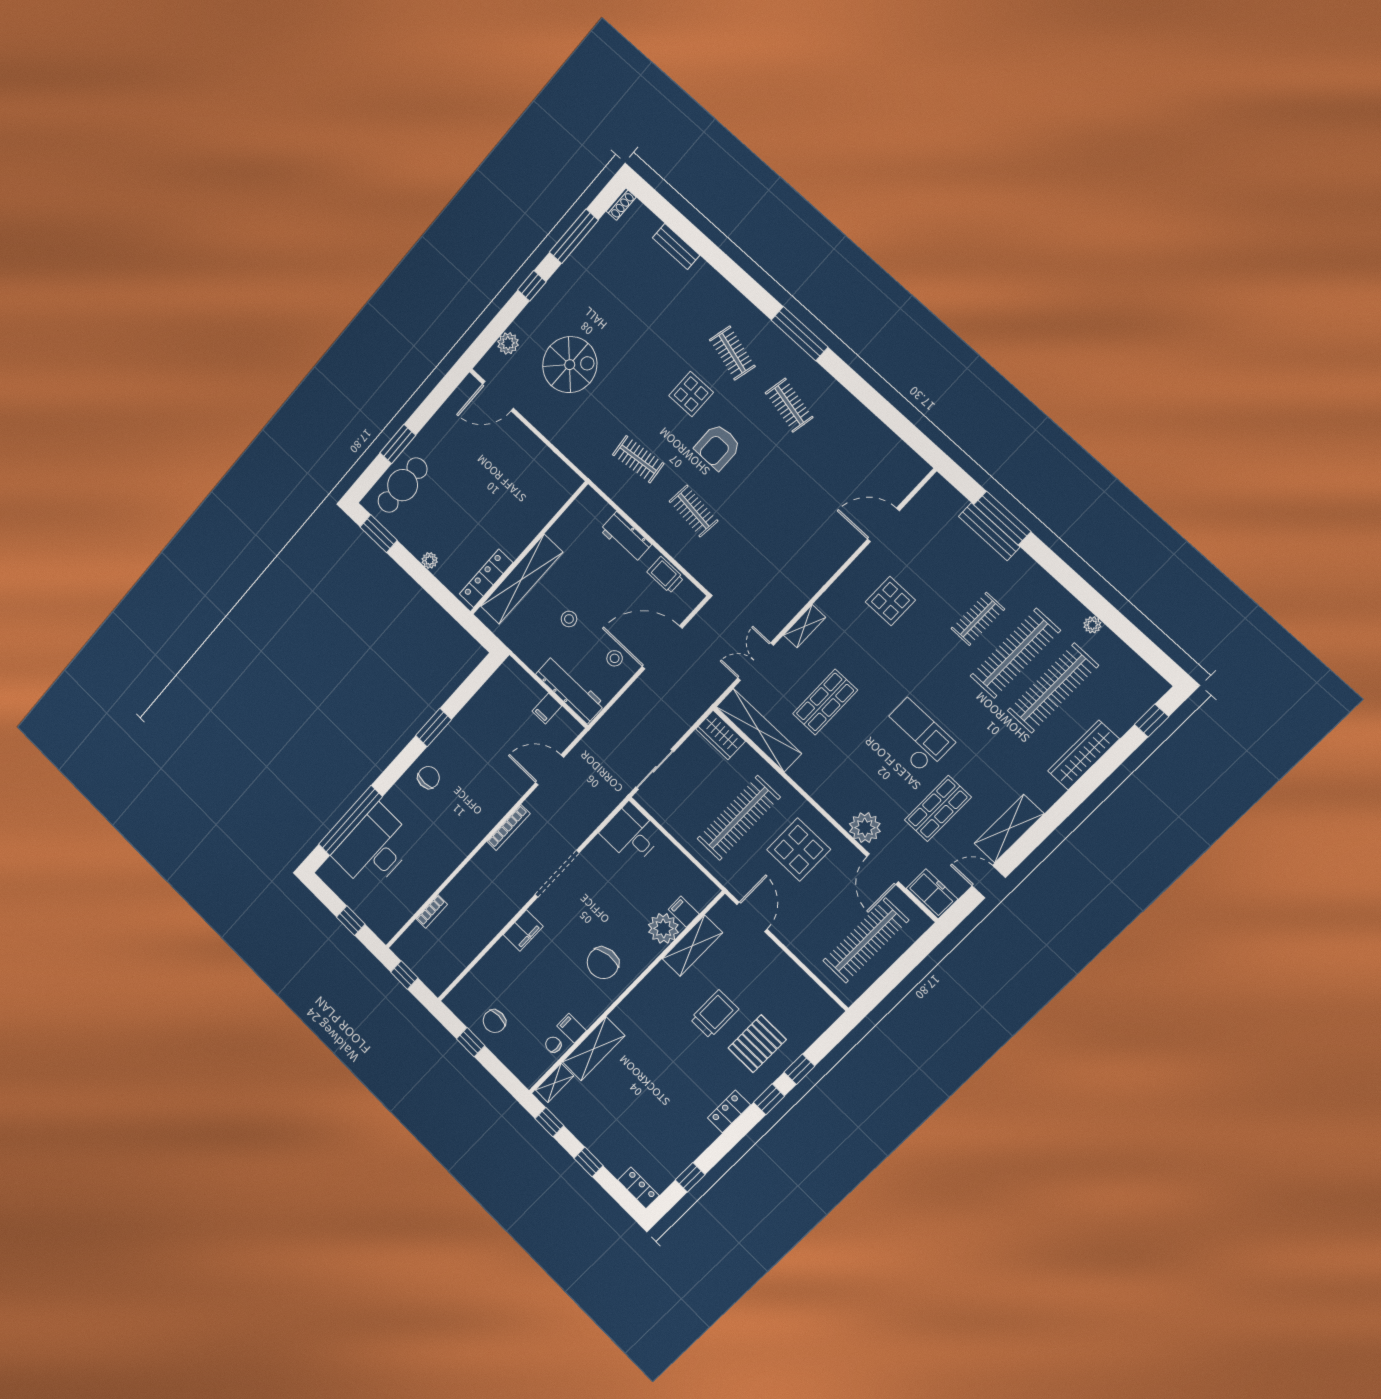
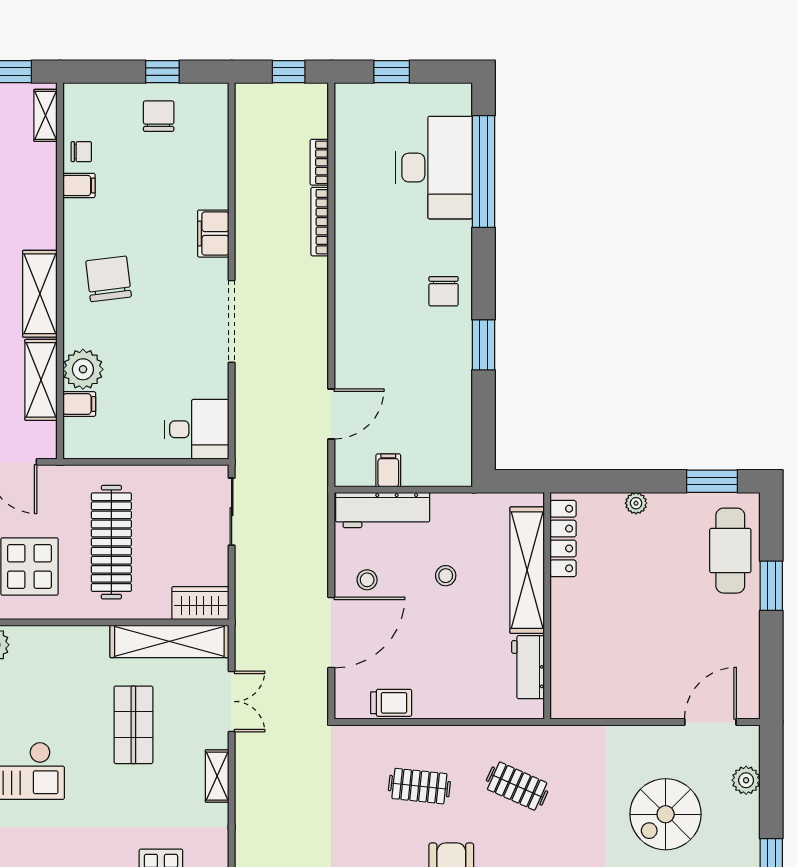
clothes rail: (638, 459) -> (517, 786), turned 30
workbench: (626, 537) -> (528, 667), moved, turned -90
bookcase: (509, 828) -> (320, 222), moved
shelving: (594, 1049) -> (40, 294), moved

